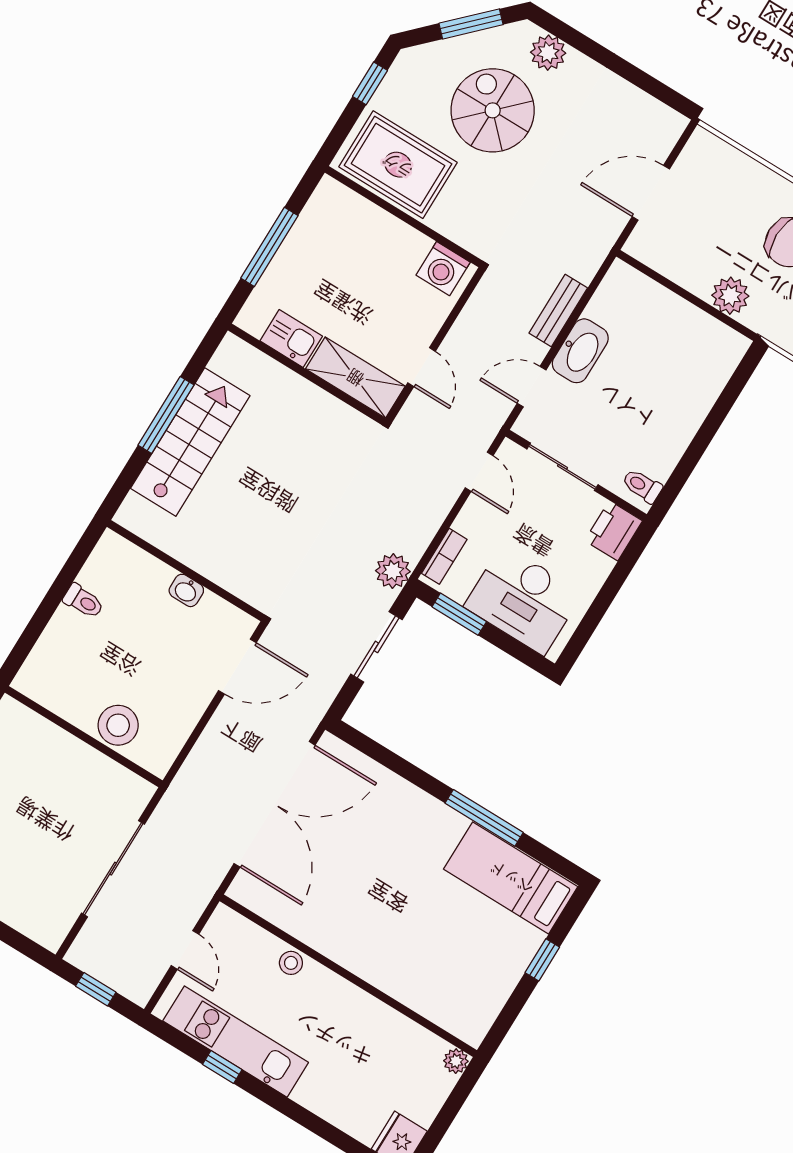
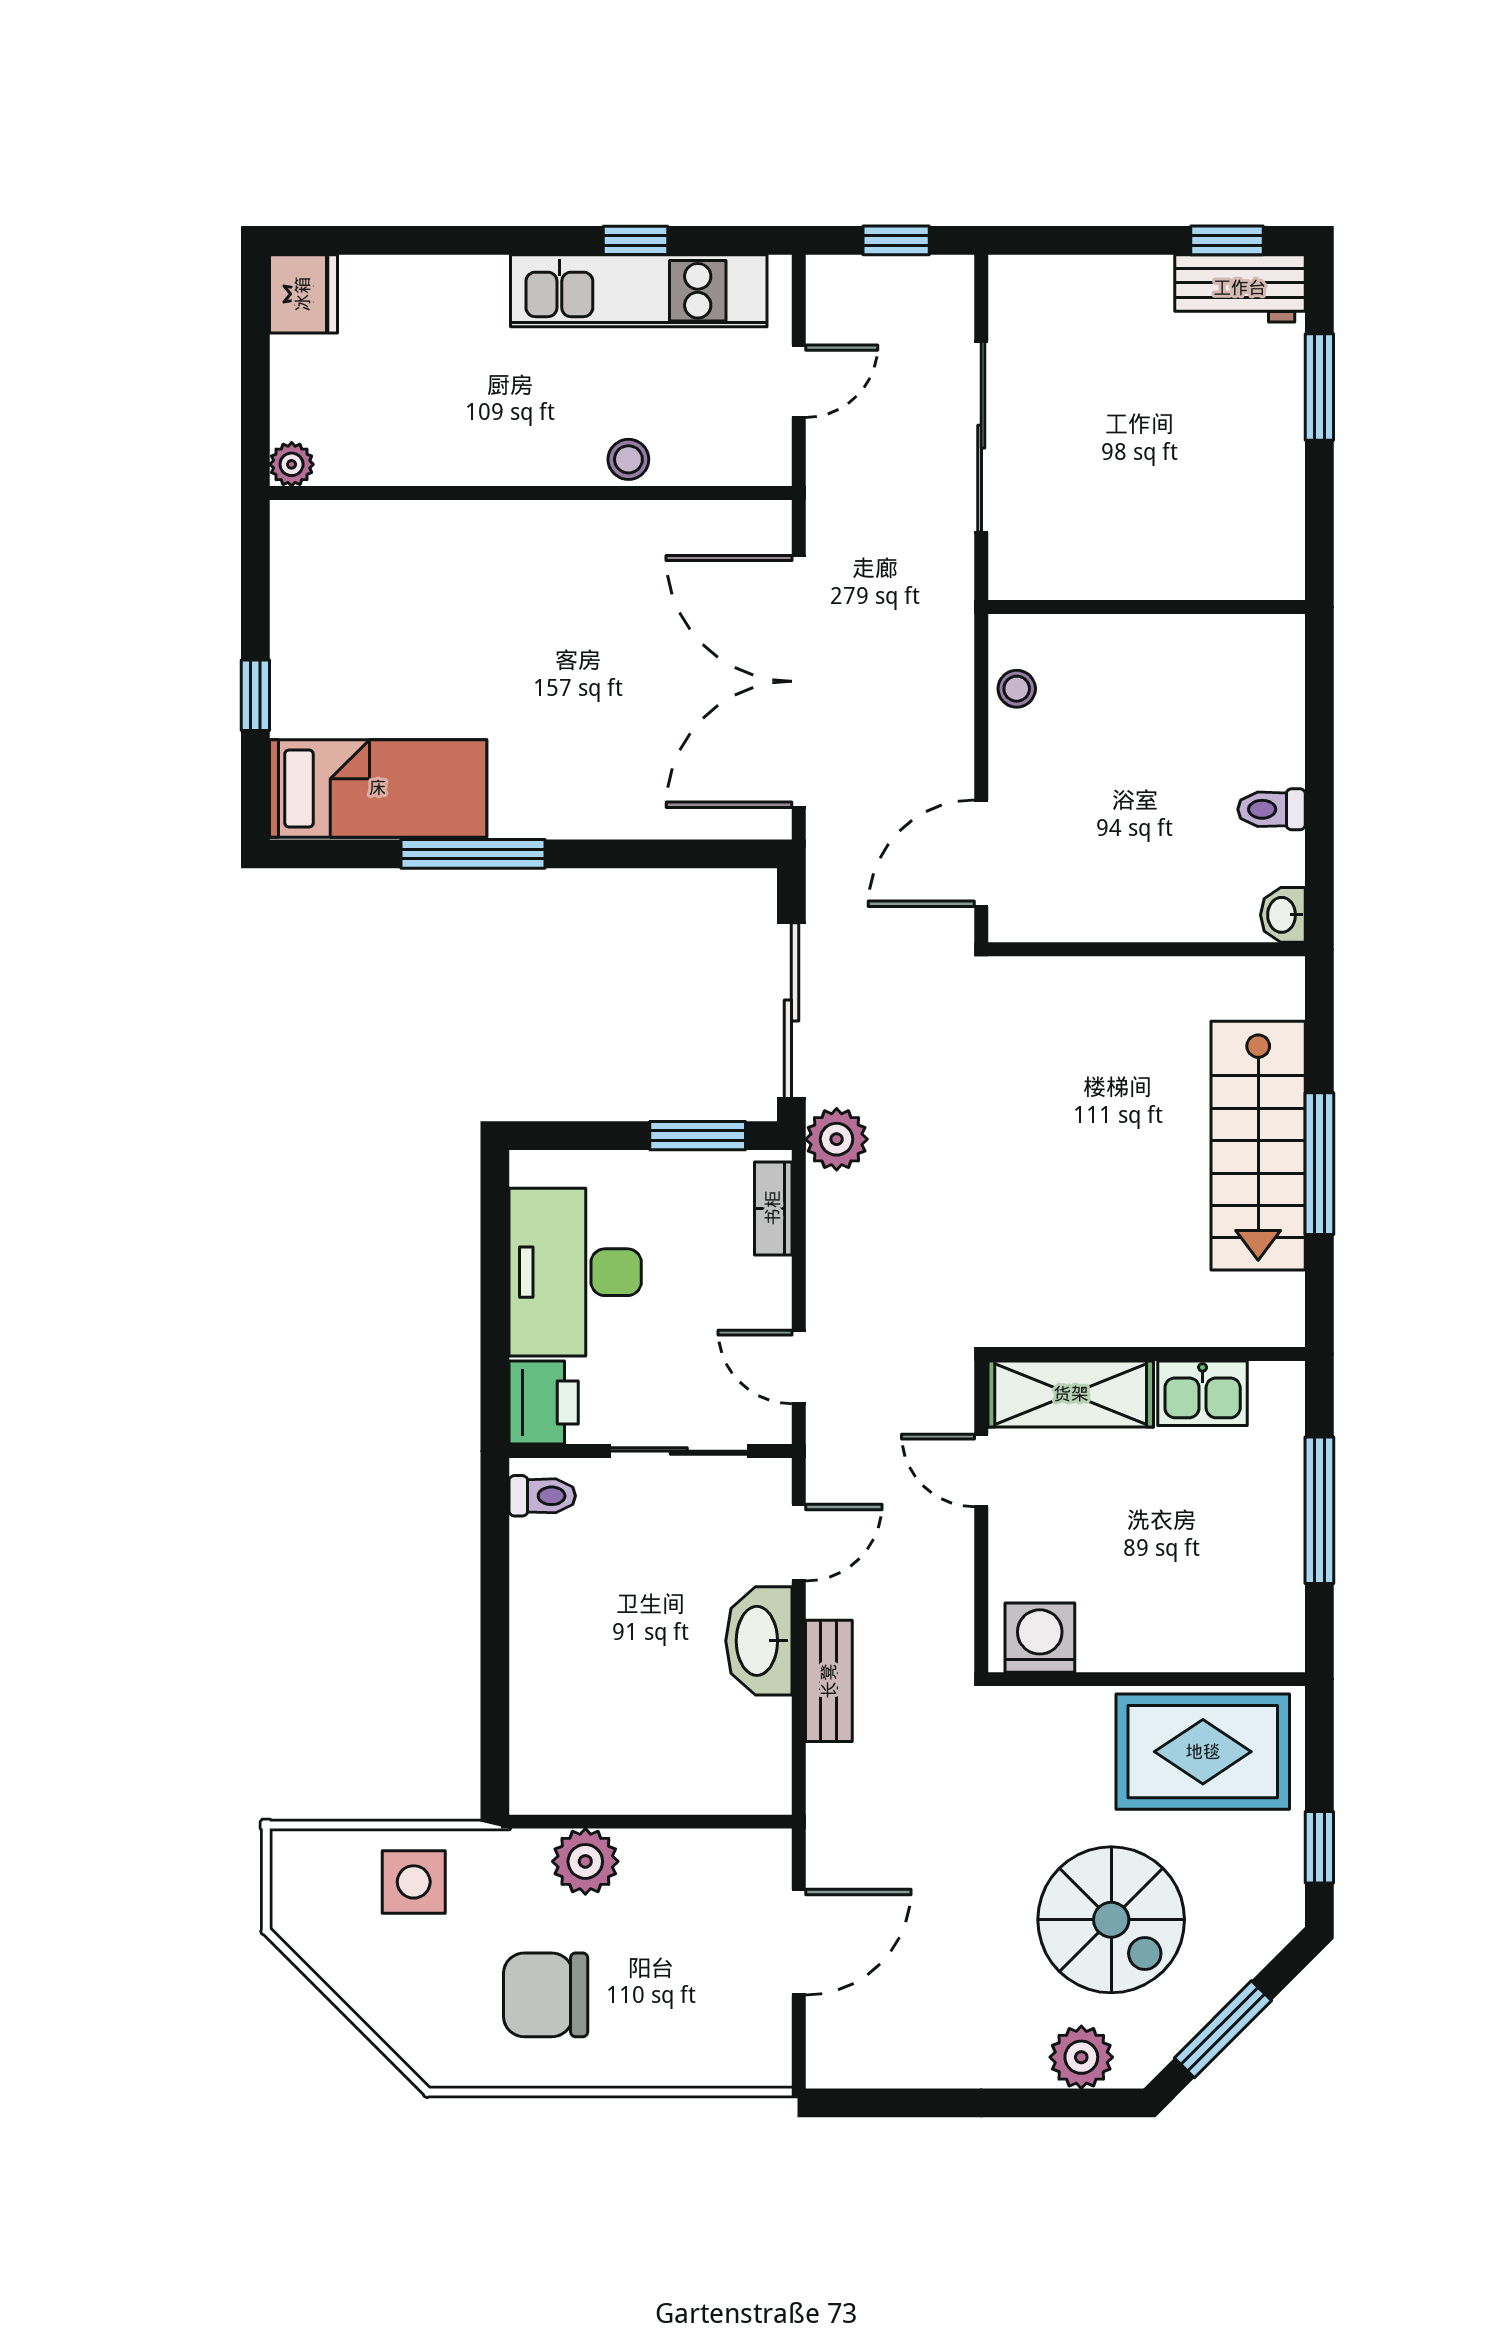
washbasin: (186, 590) -> (1283, 915), moved, turned -90
desk: (523, 600) -> (575, 1272), moved, turned -90
sliding door: (376, 647) -> (791, 1011), width x1.37
stool: (118, 725) -> (1017, 689), moved, width x0.53, depth x0.53
door: (185, 950) -> (799, 381), swing flipped

